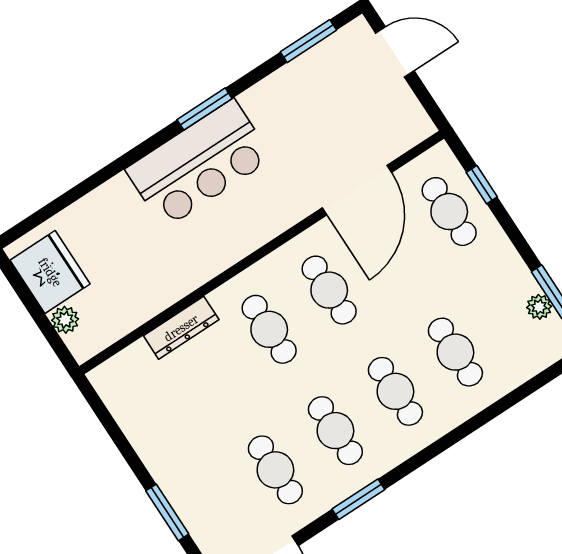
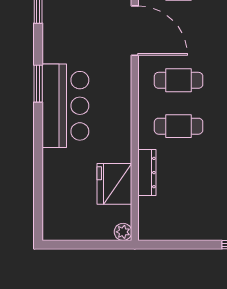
fridge: (50, 272) -> (114, 184), moved, turned -90
plant: (65, 320) -> (123, 232), moved

